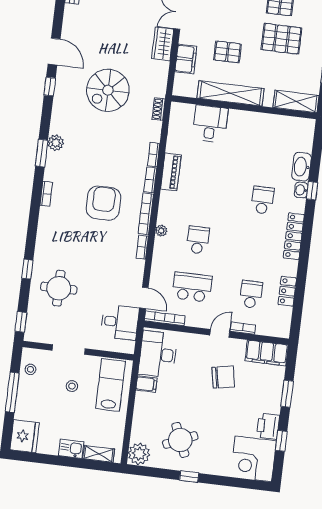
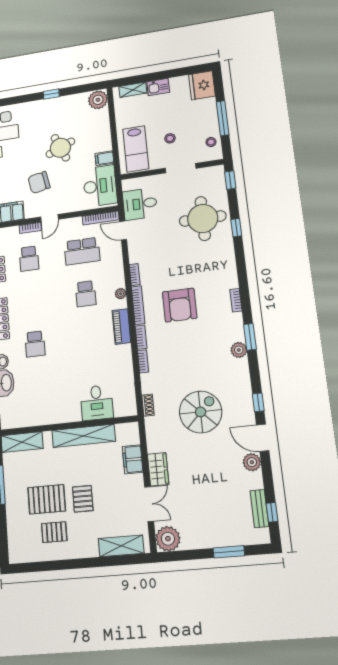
plant: (70, 31) -> (252, 462), added
pallet: (228, 52) -> (83, 499), moved, turned 90
piano: (171, 172) -> (121, 327), moved
round table: (59, 288) -> (203, 219), width x1.36, depth x1.36
round table: (180, 440) -> (60, 148), moved

